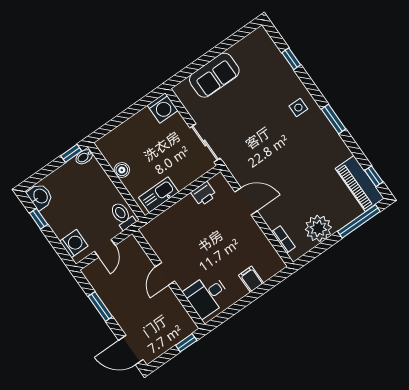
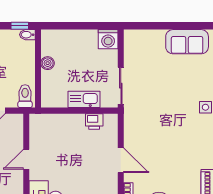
sofa: (214, 75) -> (187, 42), moved
kitchen sink: (159, 195) -> (84, 99), moved
door: (246, 201) -> (121, 160), moved

